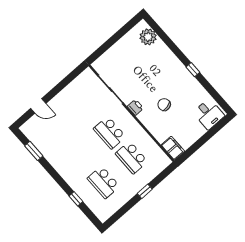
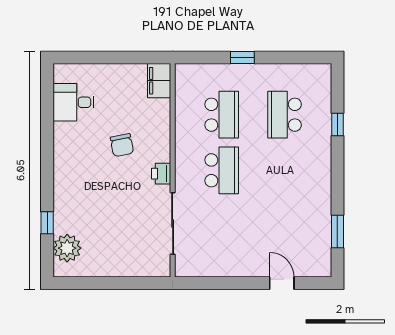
window: (193, 70) -> (47, 223), moved
desk: (209, 114) -> (73, 102), moved, turned -90
school desk: (103, 182) -> (284, 115), turned 180

